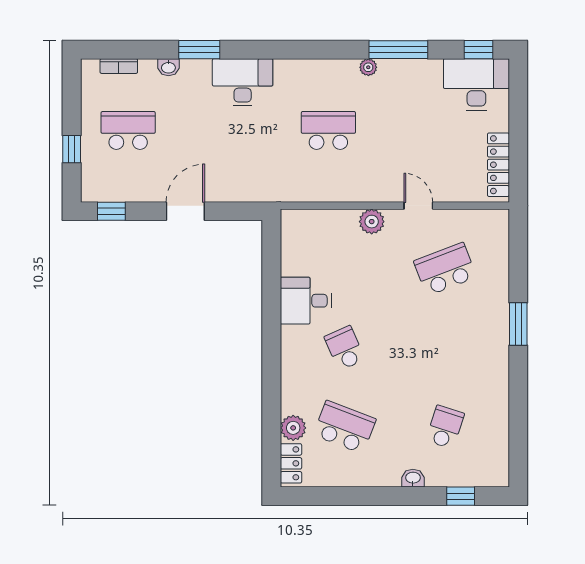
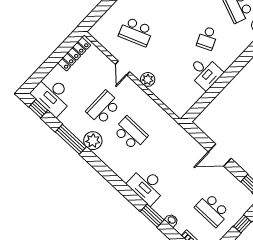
plant: (368, 67) -> (93, 141), width x1.88, depth x1.88
school desk: (328, 130) -> (130, 133), turned 180
school desk: (395, 130) -> (103, 108), added

